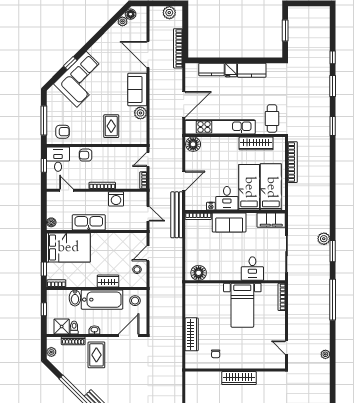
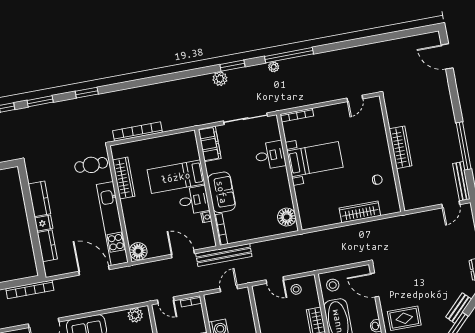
plant: (140, 113) -> (135, 315), moved
bed: (271, 187) -> (171, 152), removed
plant: (325, 354) -> (274, 67), moved

